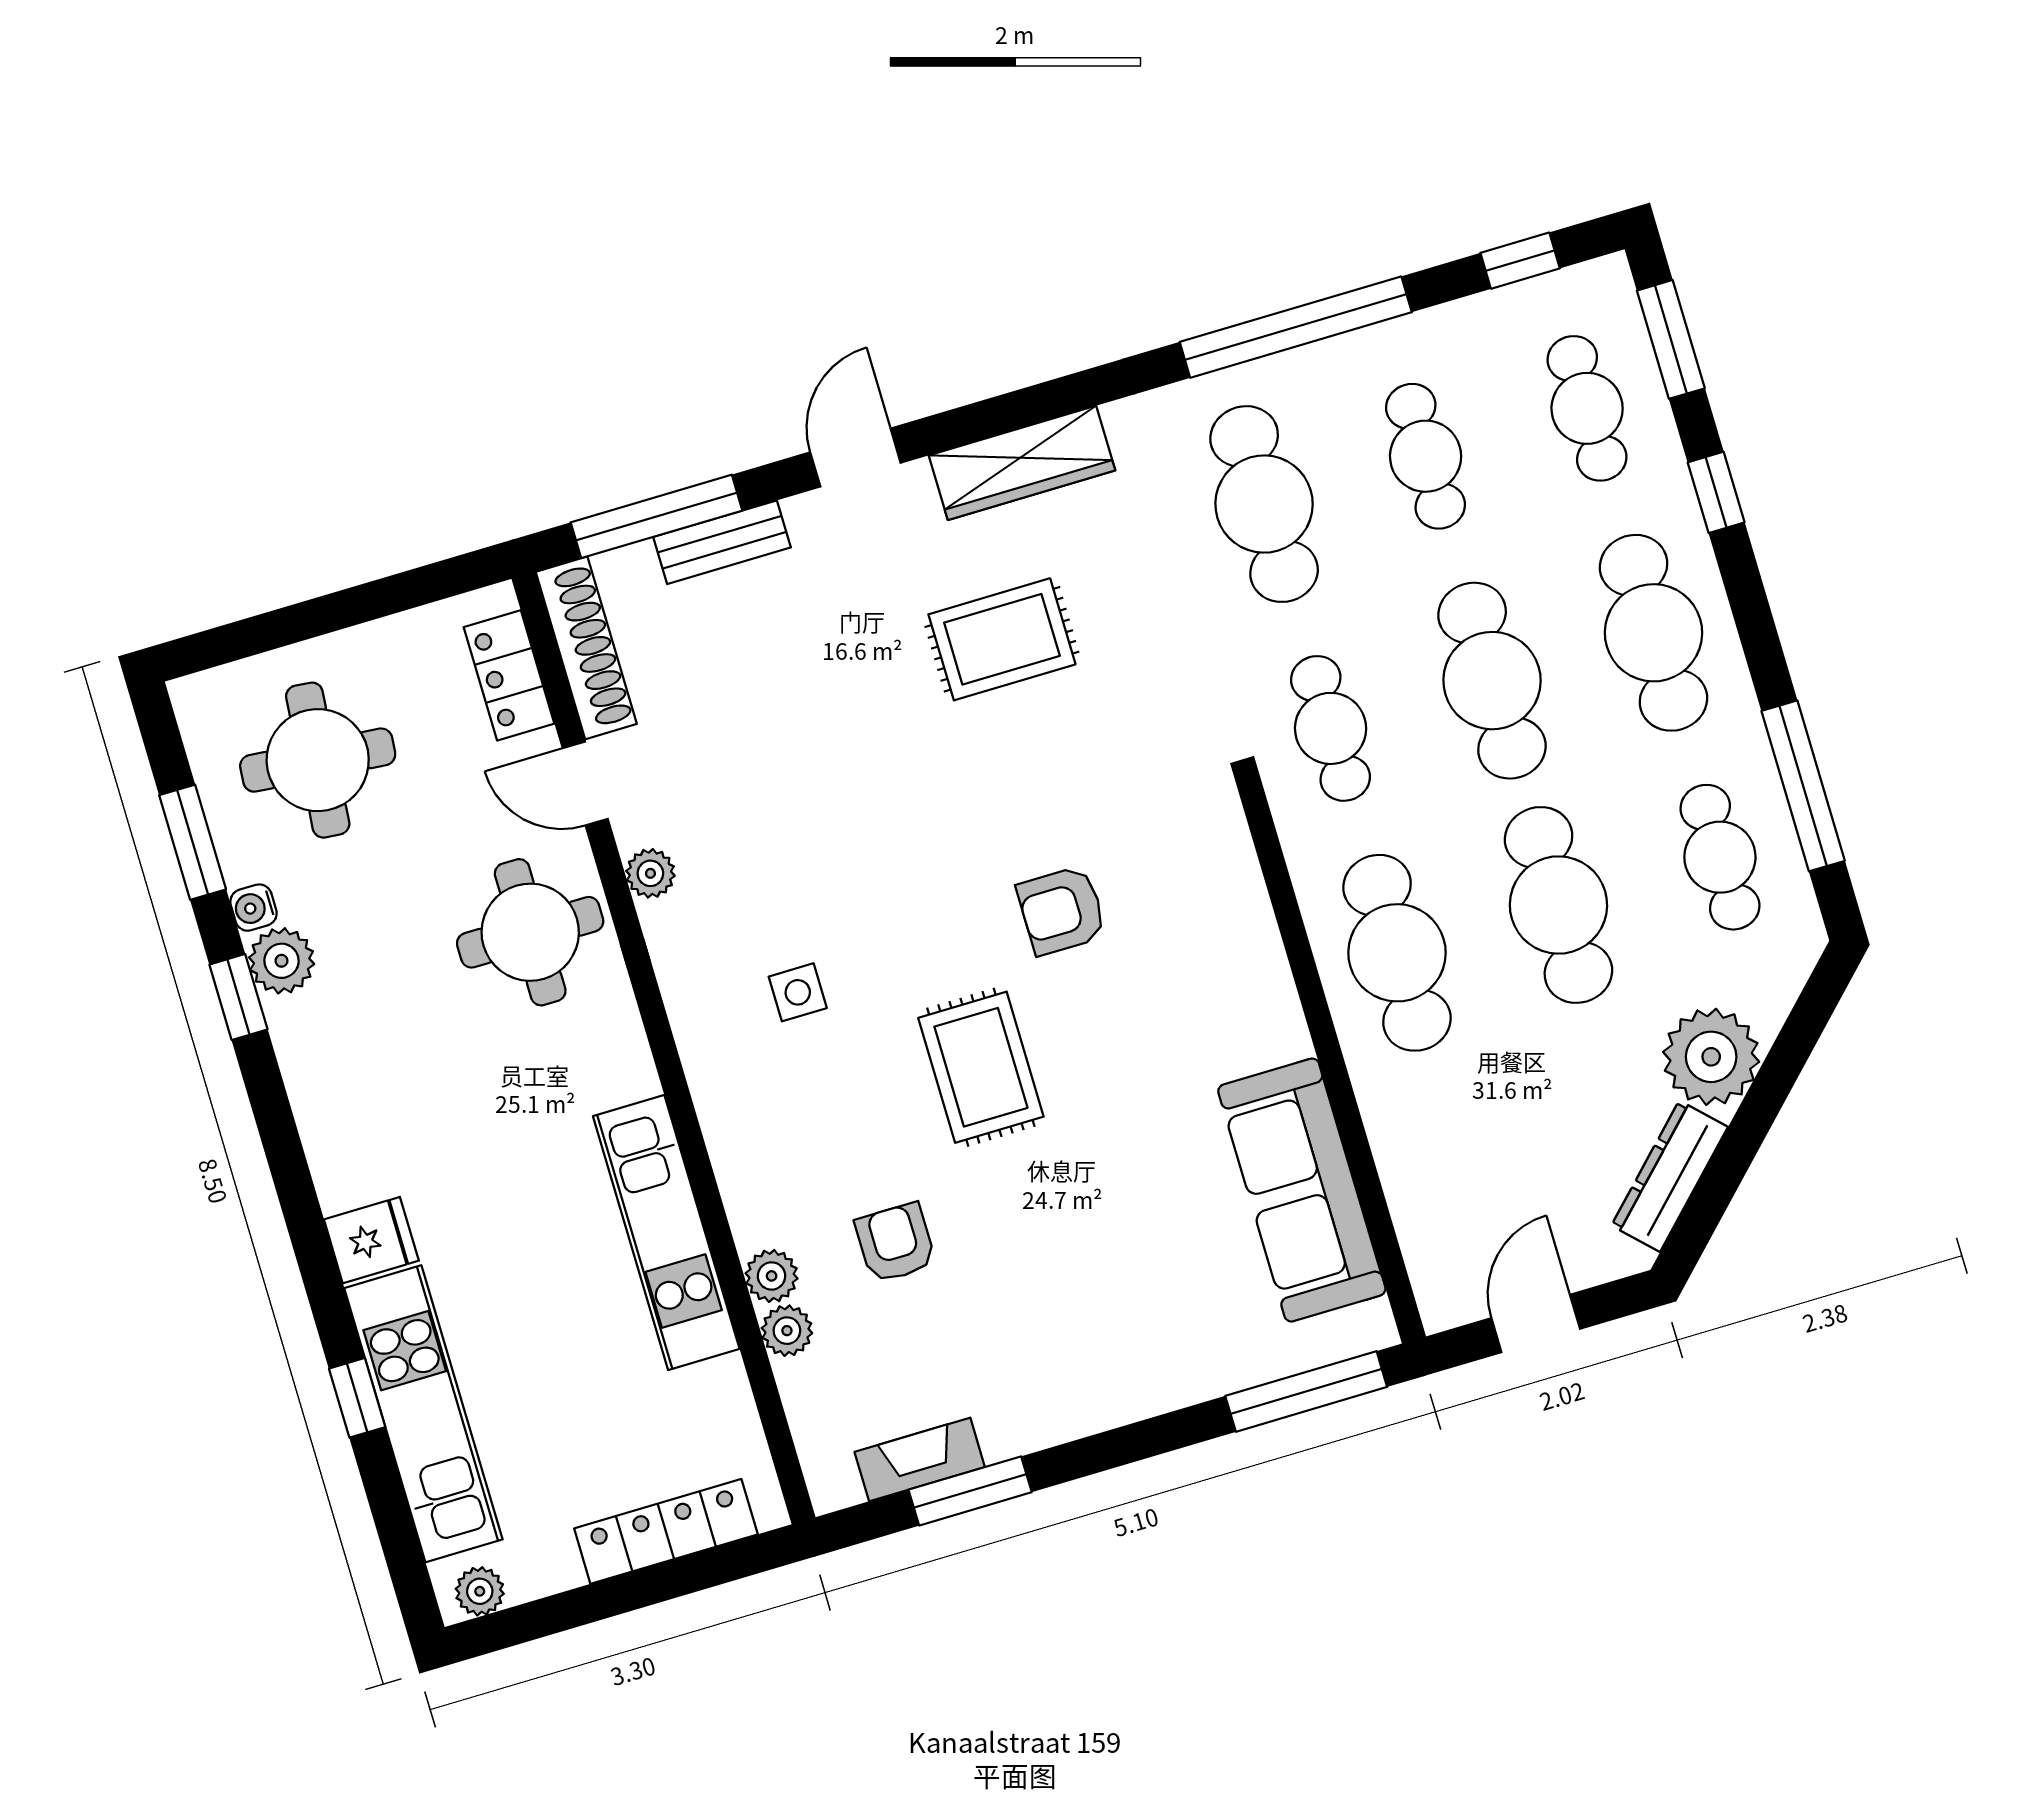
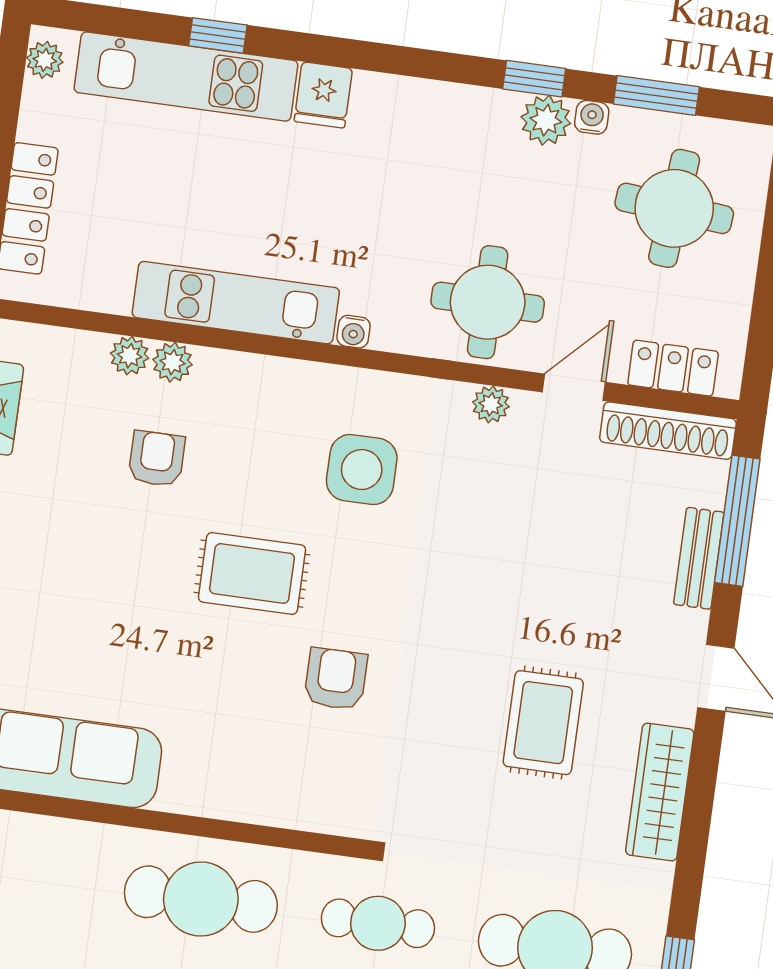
side table: (798, 992) -> (362, 470), width x1.87, depth x1.87
water cooler: (638, 1076) -> (354, 332), added
armchair: (895, 1243) -> (157, 459), turned -90

